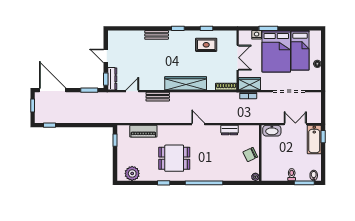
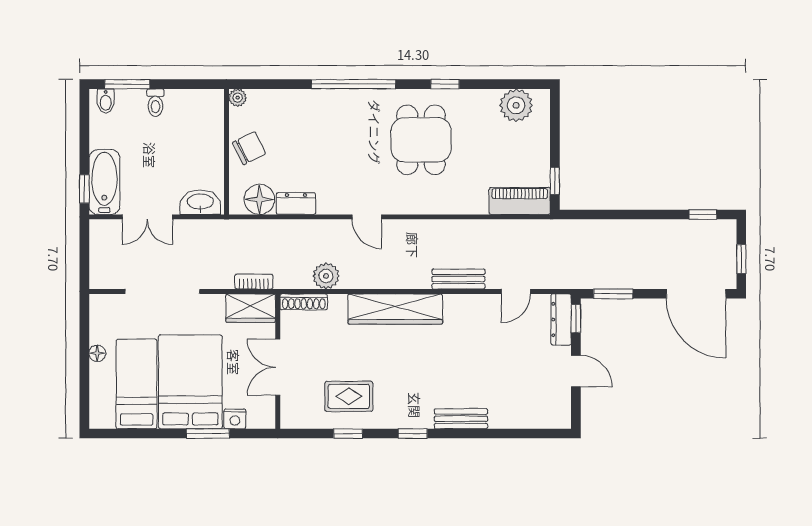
plant: (216, 98) -> (326, 276), added
piano: (143, 131) -> (520, 201), moved
floor lamp: (246, 132) -> (259, 199), added
dining table: (174, 158) -> (421, 140), turned 90

